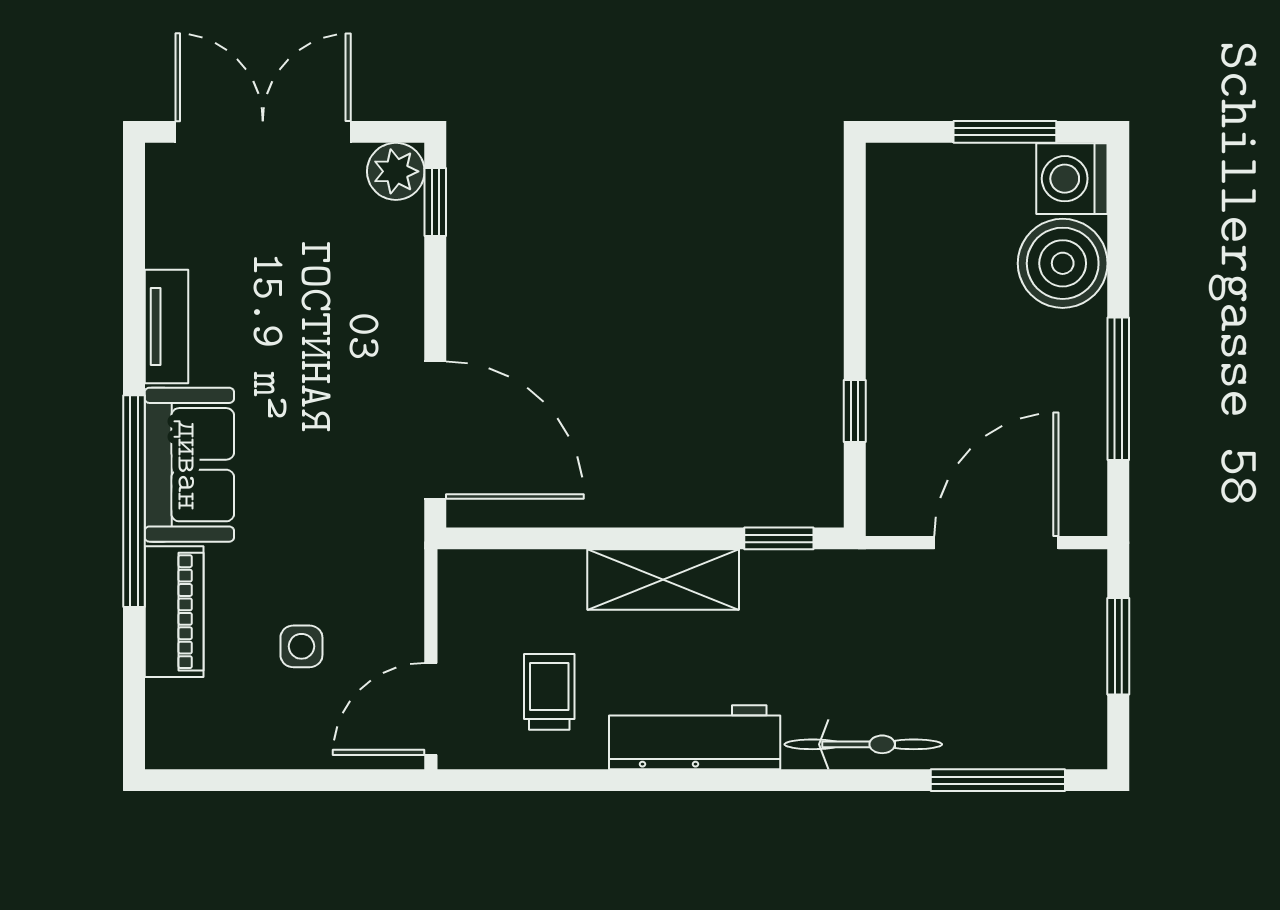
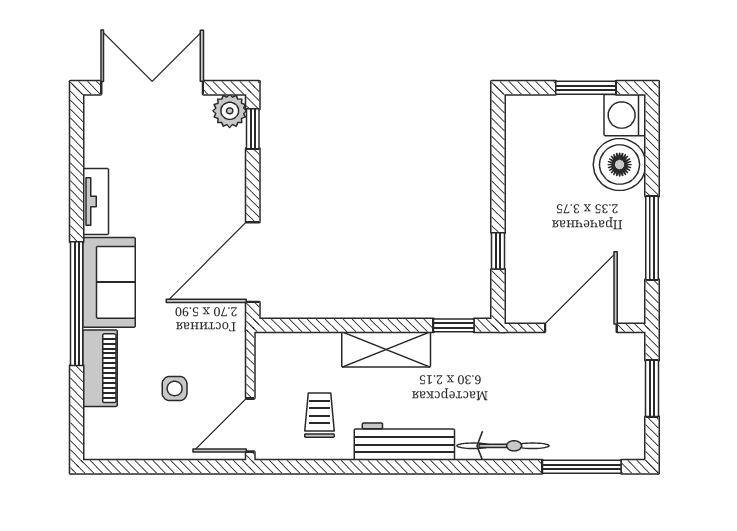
door: (435, 430) -> (253, 262), swing flipped

